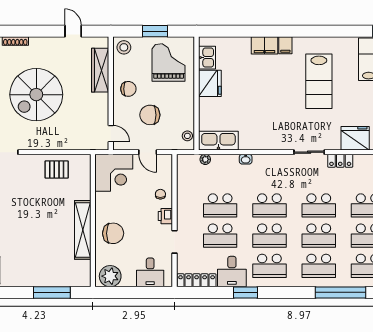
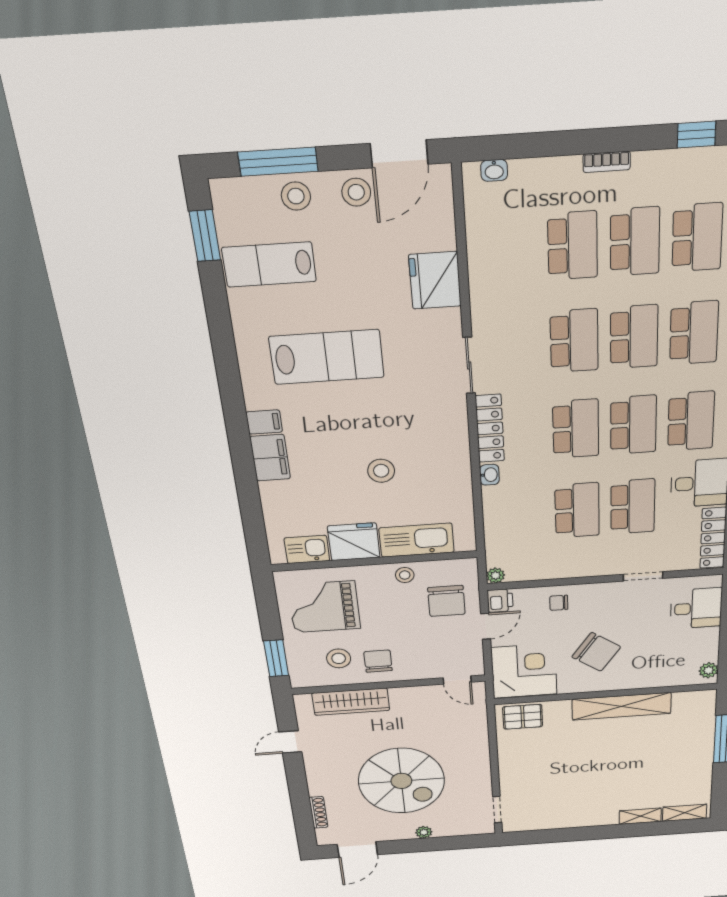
window: (155, 31) -> (276, 658), moved
stool: (124, 47) -> (339, 658), moved
stool: (252, 102) -> (381, 471), added
chair: (150, 115) -> (446, 601), moved
door: (111, 134) -> (457, 680), swing flipped
stool: (187, 136) -> (405, 575), moved
kitchen sink: (218, 141) -> (417, 540), moved, turned 90
plant: (205, 159) -> (496, 575), moved
locker: (340, 161) -> (490, 428), moved, width x1.53
pallet: (57, 169) -> (523, 717), moved, turned 90
printer: (165, 216) -> (500, 601), moved, turned -90
chair: (113, 233) -> (596, 652), moved, turned 125
plant: (110, 276) -> (709, 670), width x0.53, depth x0.53

